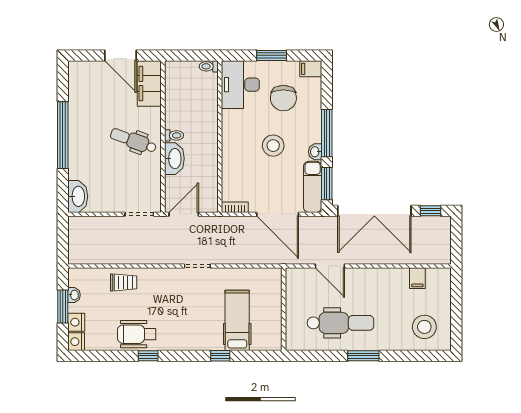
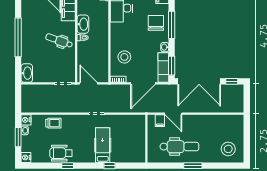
chair: (283, 98) -> (156, 23), moved, turned 180
window: (327, 133) -> (172, 25), moved
stool: (273, 146) -> (124, 57), moved
washbasin: (174, 159) -> (83, 24), moved
door: (184, 214) -> (88, 83), hinge flipped
door: (278, 214) -> (143, 83), hinge flipped
filing cabinet: (417, 278) -> (160, 121), moved
hospital bed: (237, 320) -> (103, 145), moved
nightstand: (76, 322) -> (26, 120), moved

